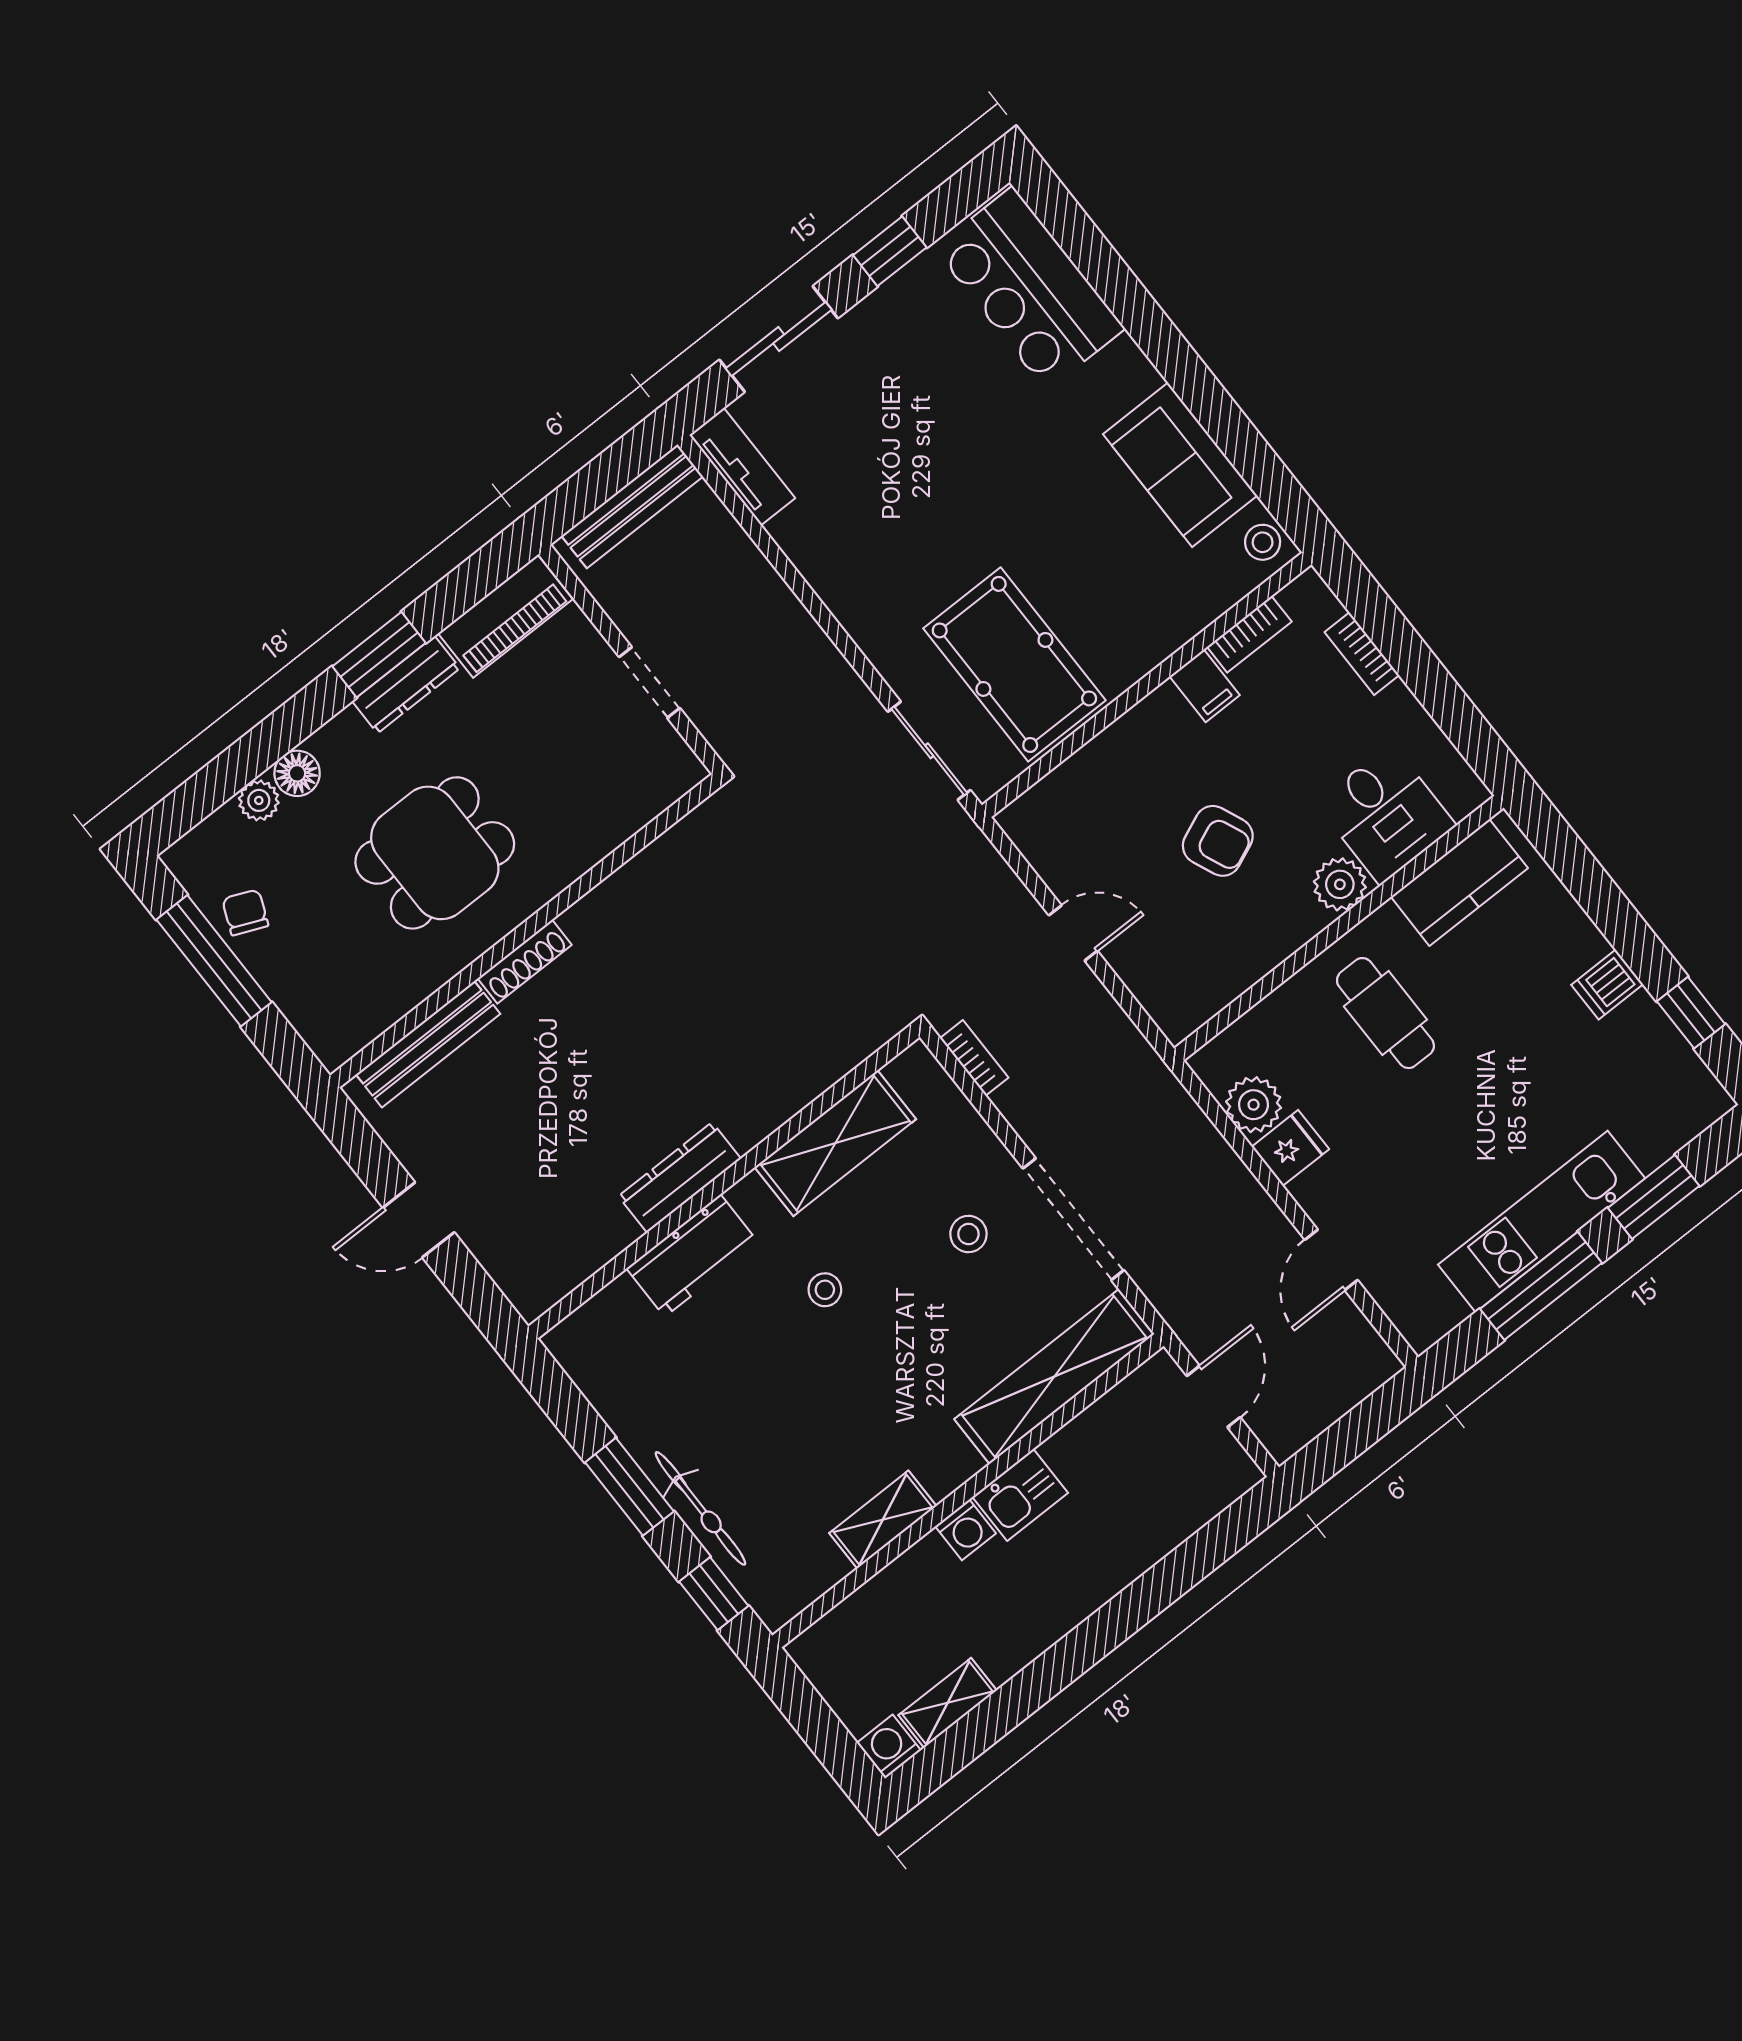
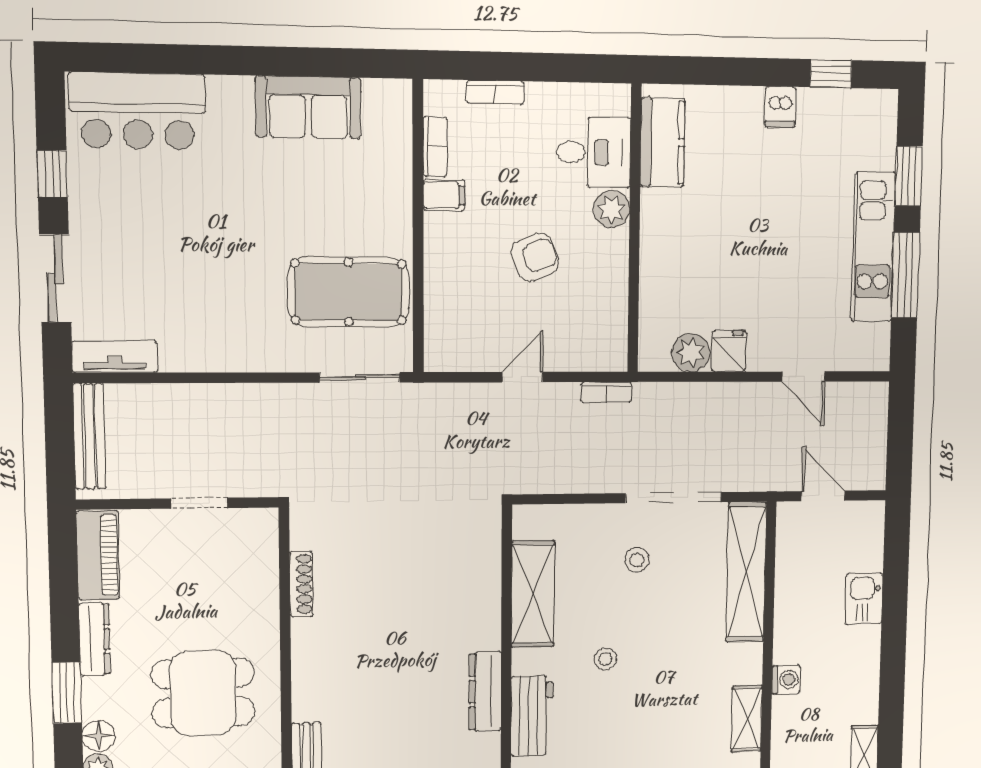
stool: (1263, 542) -> (389, 97), removed
window: (379, 655) -> (67, 693), moved
dining table: (435, 853) -> (203, 693), turned 90
shoe rack: (525, 962) -> (301, 584), moved
cafe table: (1385, 1013) -> (699, 241), removed
bookcase: (974, 1058) -> (606, 392), moved, turned 180
kitchen sink: (1020, 1495) -> (864, 599), moved, turned 180

